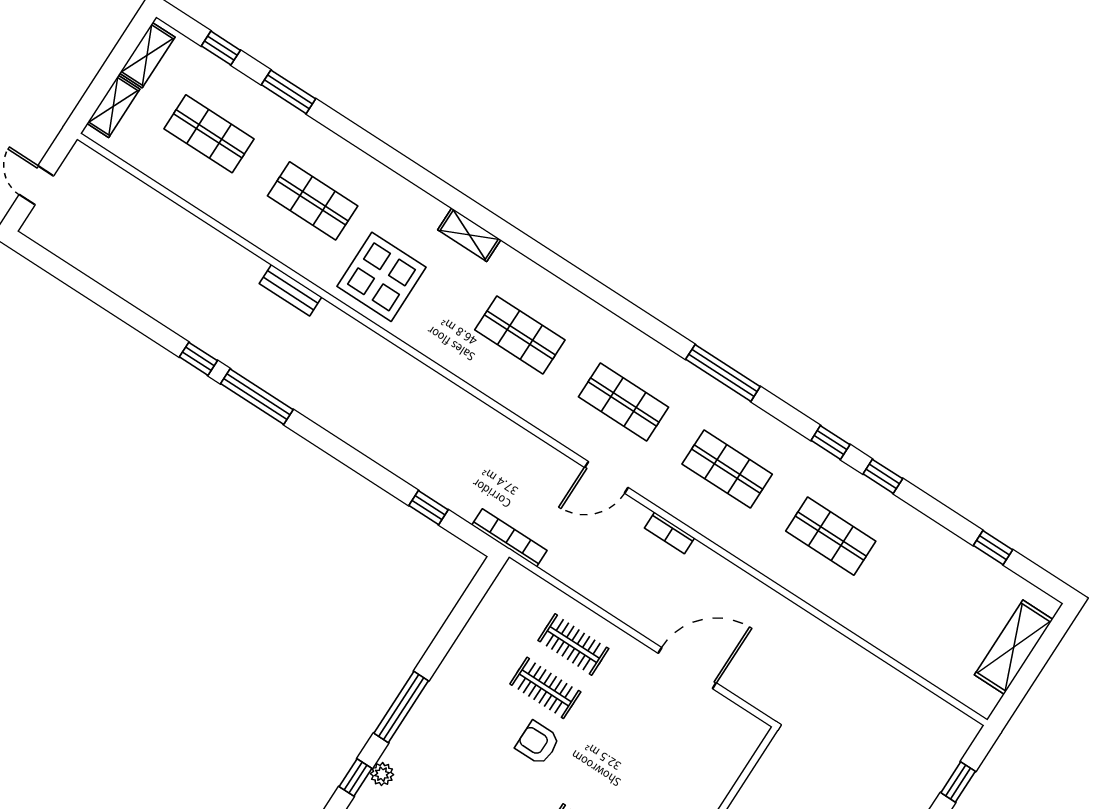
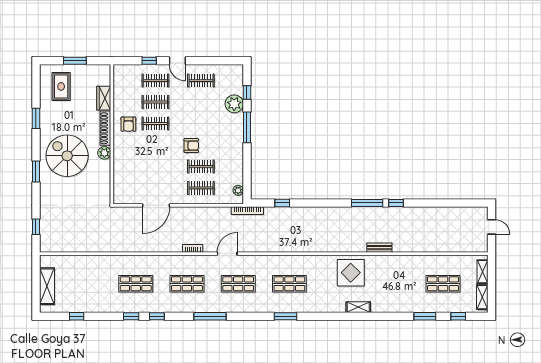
shop shelf: (313, 201) -> (392, 284), removed
shelving: (469, 235) -> (358, 307), moved
window: (570, 274) -> (286, 316), added
plant: (501, 591) -> (238, 190), added
plant: (382, 774) -> (234, 104), width x1.88, depth x1.88

